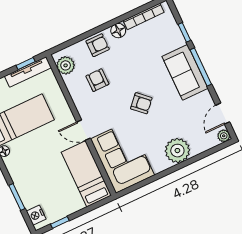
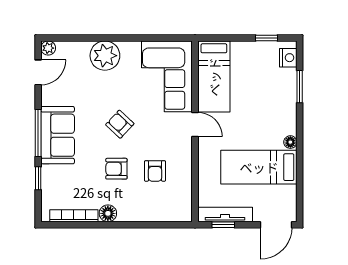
armchair: (98, 45) -> (116, 169), moved
plant: (66, 65) -> (182, 203), removed

